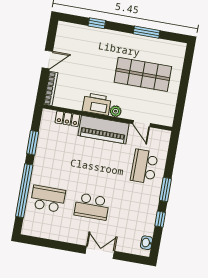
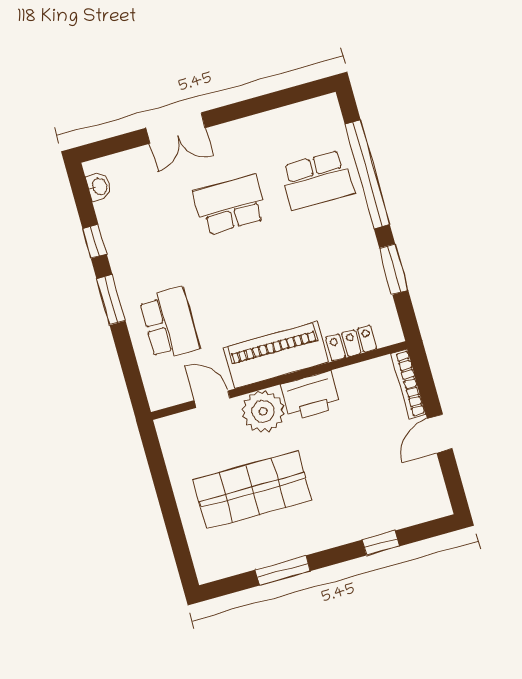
plant: (116, 111) -> (263, 411), width x1.88, depth x1.88

